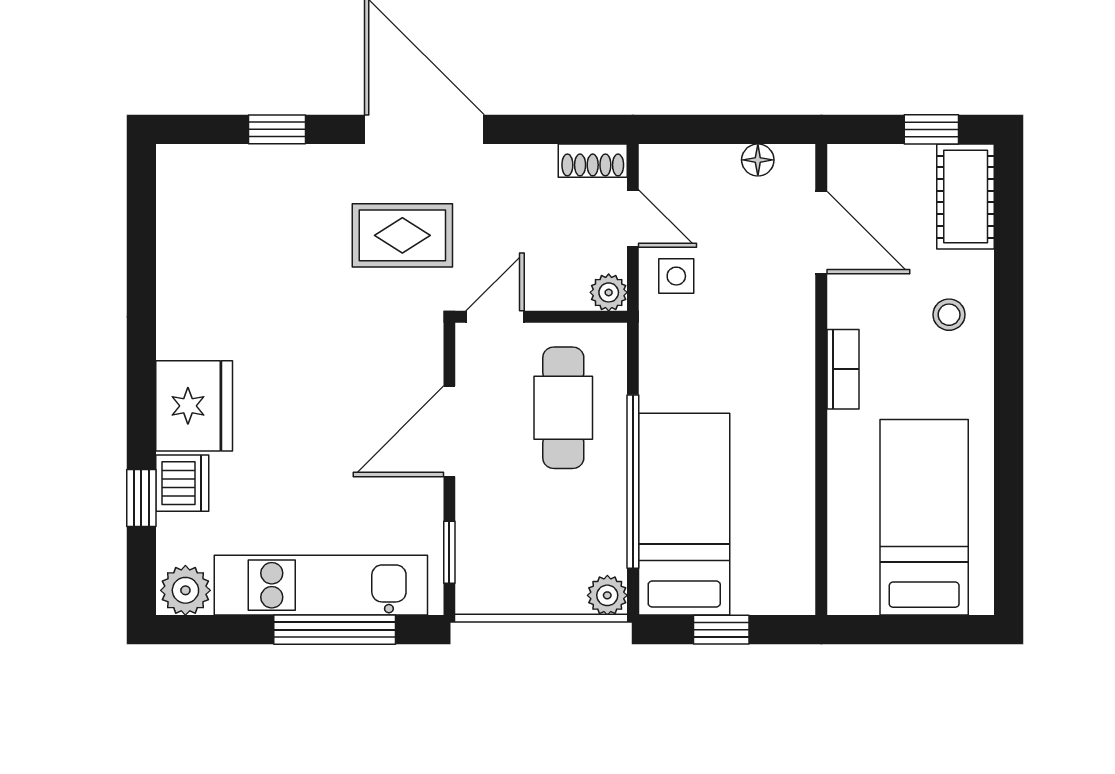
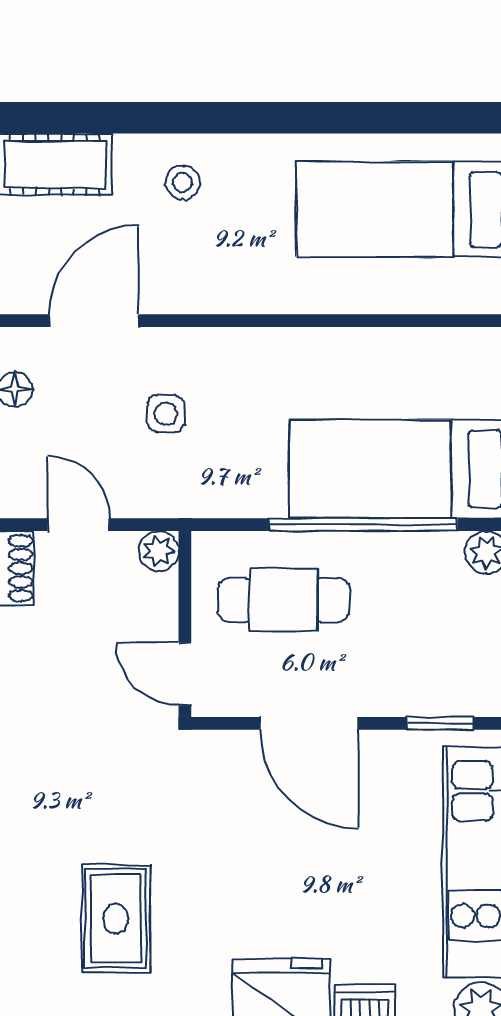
door: (633, 219) -> (79, 525), hinge flipped
rug: (402, 235) -> (116, 919), moved
side table: (676, 276) -> (166, 414), moved
bookcase: (843, 369) -> (242, 297), removed

